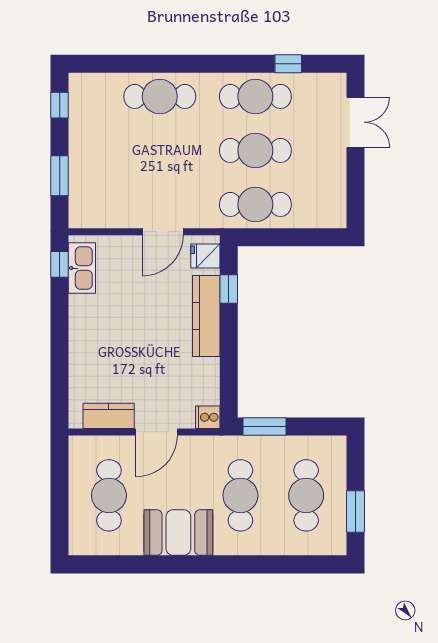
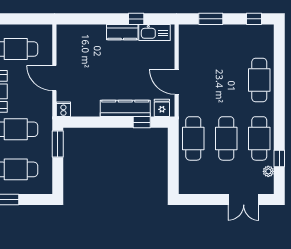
plant: (309, 82) -> (268, 171), added
window: (60, 264) -> (136, 19), moved
kitchen counter: (109, 416) -> (122, 32), moved, turned 90

